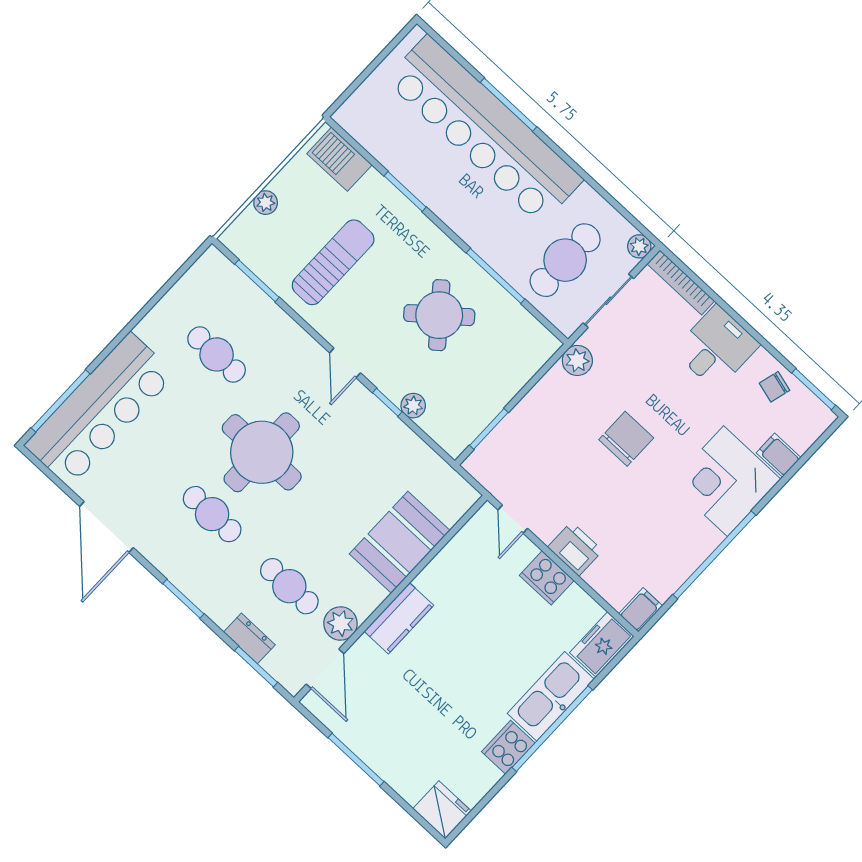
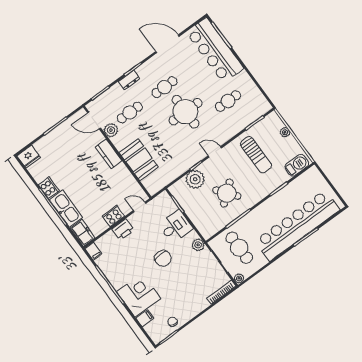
desk: (716, 348) -> (176, 226), moved, turned -90
plant: (413, 406) -> (195, 179), width x1.87, depth x1.87
dresser: (249, 638) -> (129, 80), moved

